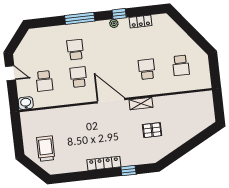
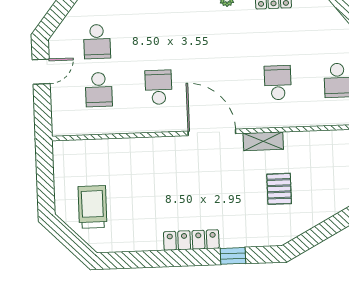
school desk: (75, 50) -> (97, 42), moved, turned 180
door: (10, 73) -> (41, 72), hinge flipped
washbasin: (26, 103) -> (64, 125), removed
pallet: (152, 130) -> (279, 189), turned 90

